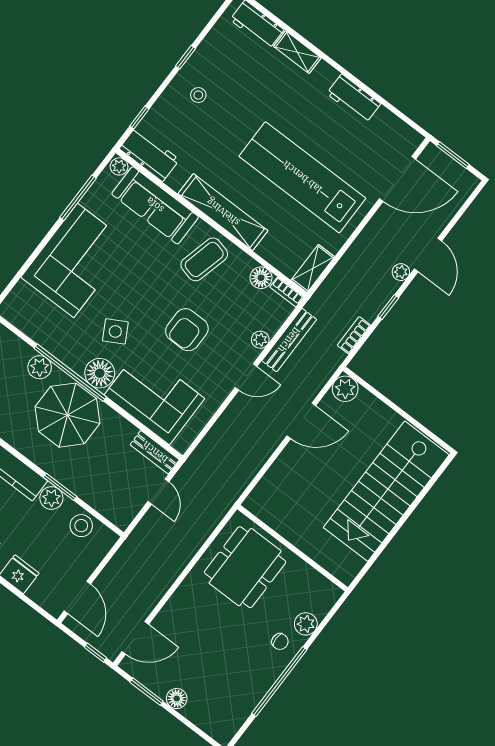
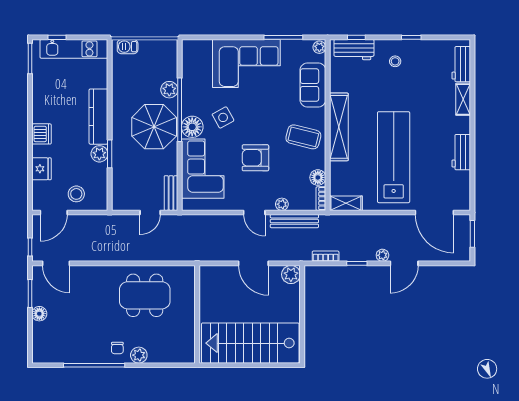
workbench: (149, 154) -> (354, 50), moved, turned 90
sofa: (155, 205) -> (313, 85), width x0.73
stool: (81, 526) -> (76, 194), moved
wall: (293, 548) -> (197, 314), moved

